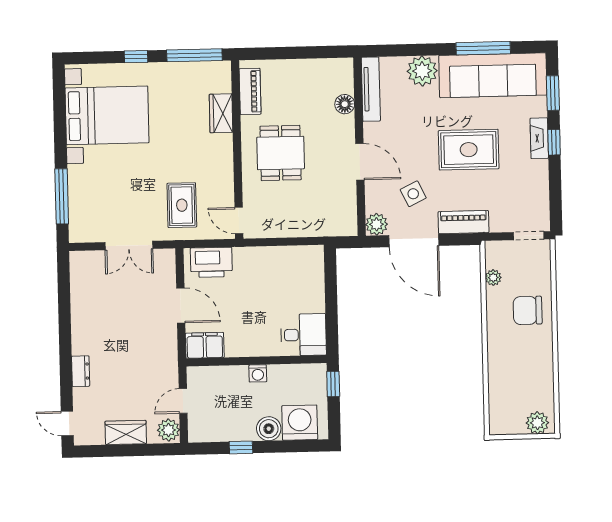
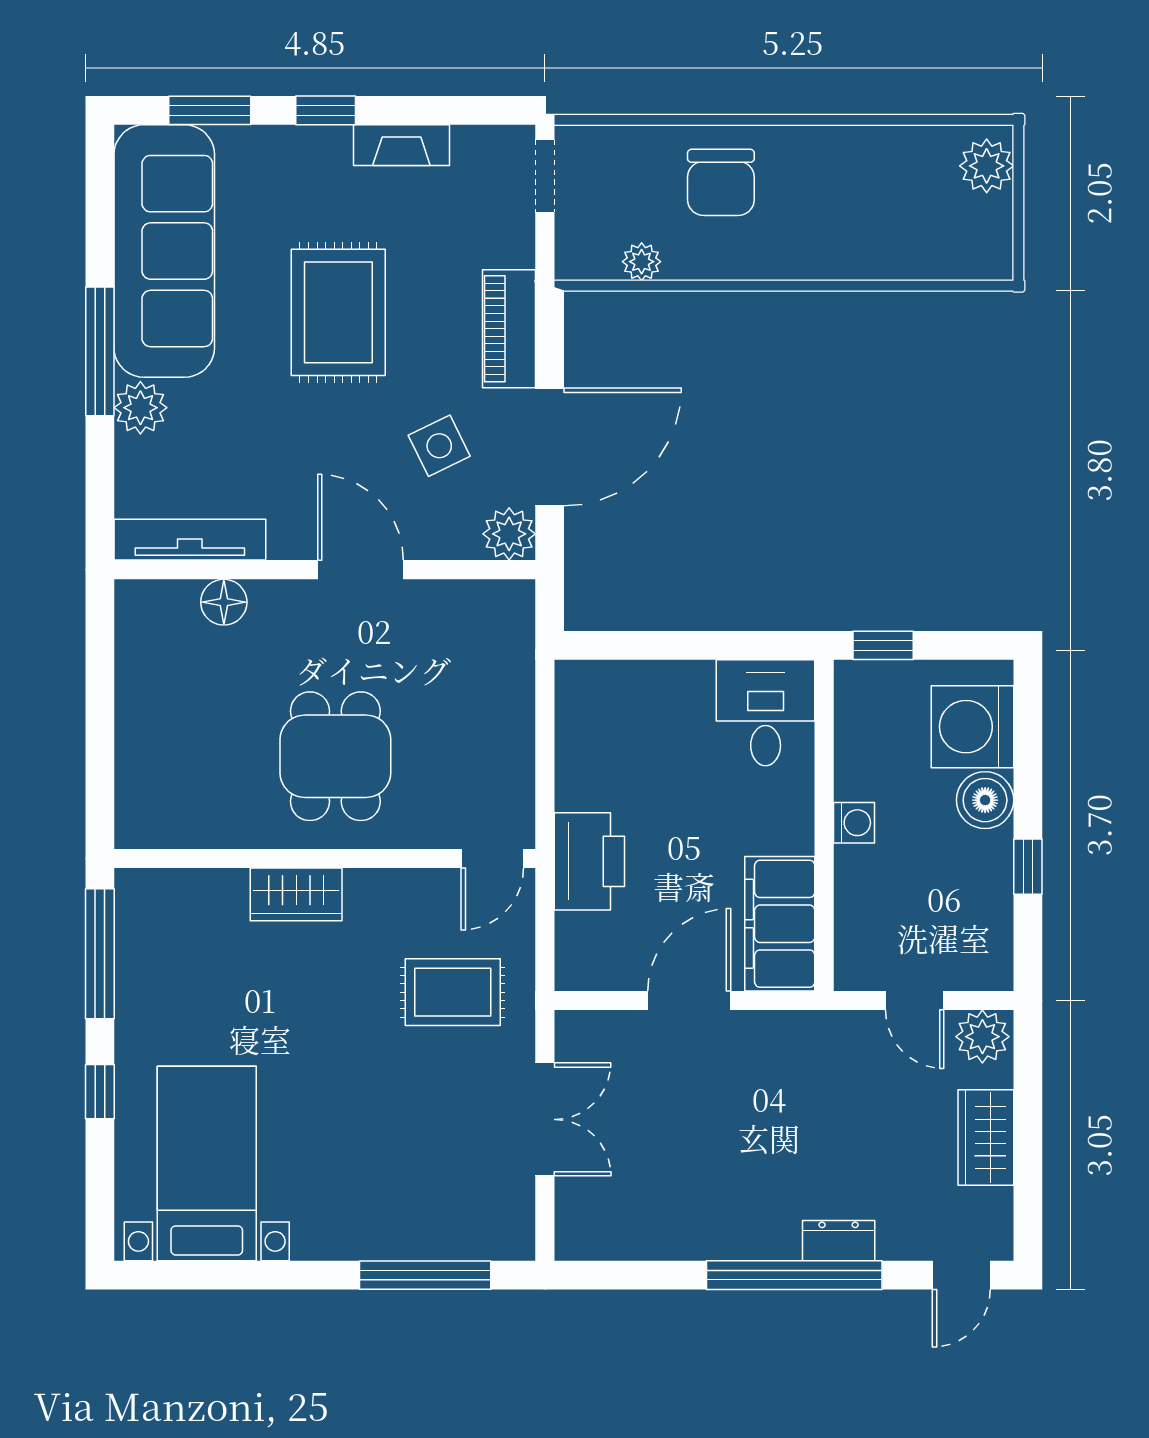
window: (483, 48) -> (100, 351), moved
plant: (422, 71) -> (140, 408), width x0.73, depth x0.73
piano: (250, 91) -> (188, 825), removed
wardrobe: (221, 113) -> (296, 894), moved
bed with nightstands: (107, 115) -> (207, 1163), width x0.73
fireplace: (539, 138) -> (401, 145), moved
dining table: (281, 153) -> (335, 756), turned 90
door: (360, 162) -> (361, 570), hinge flipped
printer: (211, 262) -> (589, 861), moved
filing cabinet: (205, 345) -> (780, 924), width x1.50, depth x1.17
window: (65, 353) -> (794, 1275), added

